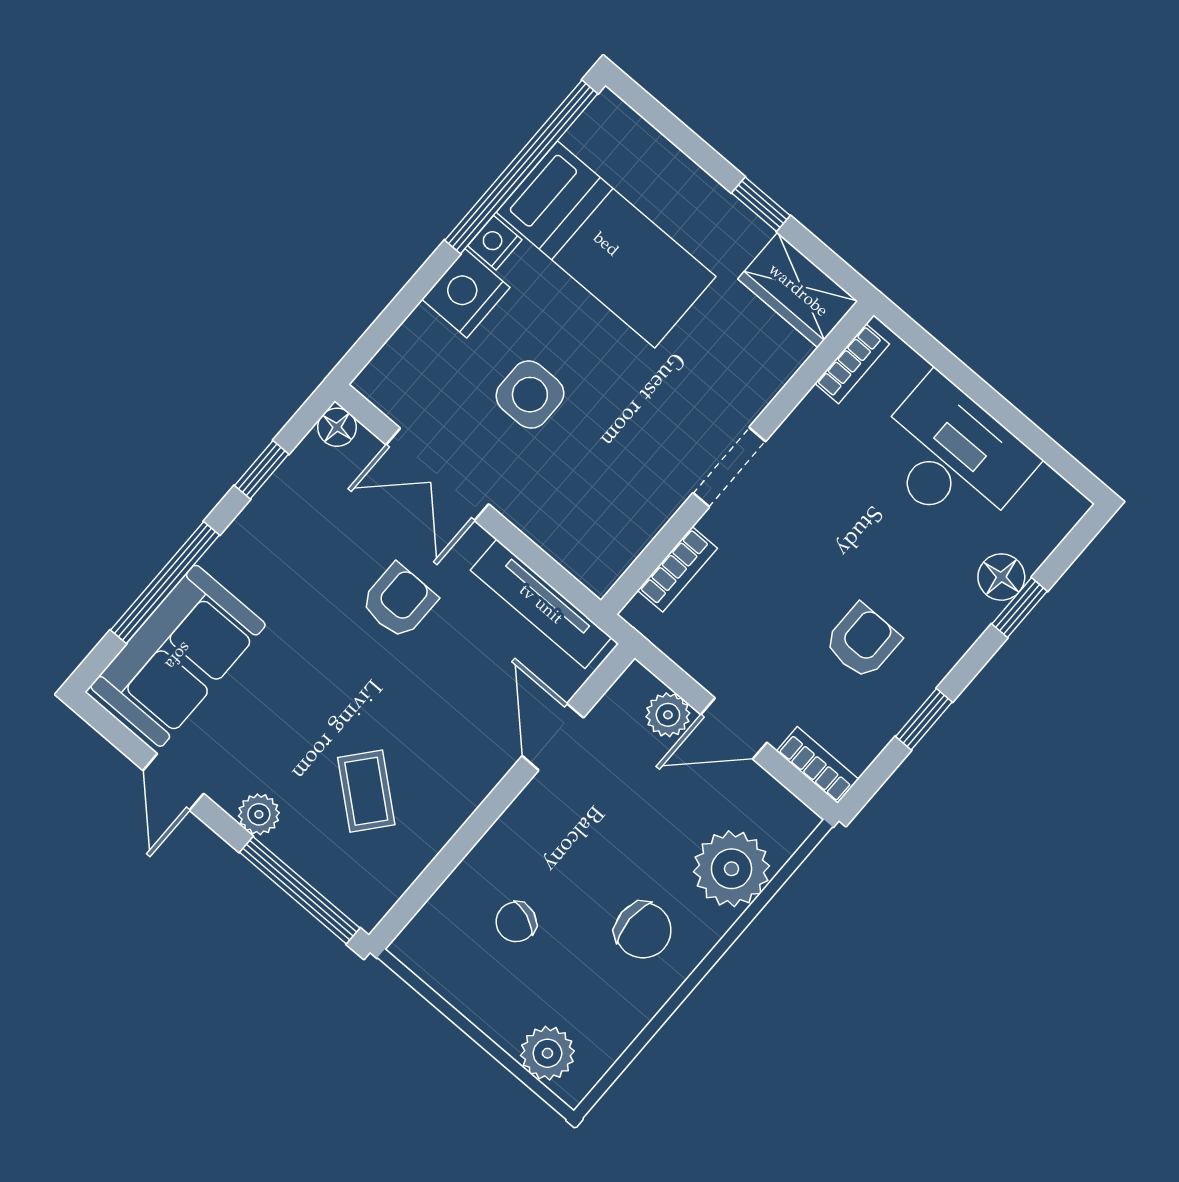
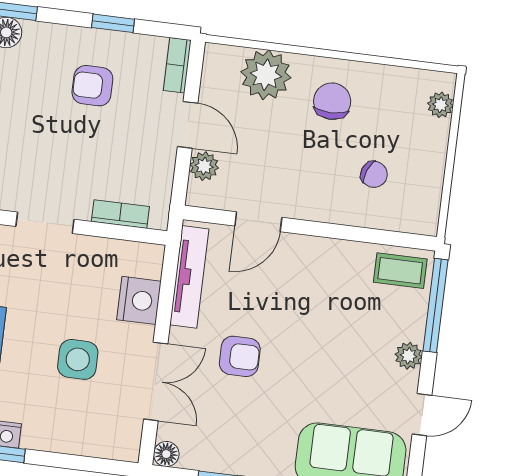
nightstand: (466, 293) -> (139, 300), moved, turned -90
armchair: (399, 601) -> (240, 356), turned 180
coffee table: (366, 791) -> (400, 271), moved, turned 50
plant: (547, 1053) -> (440, 105), width x0.73, depth x0.73

